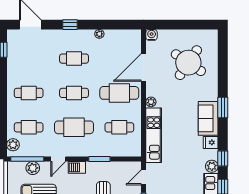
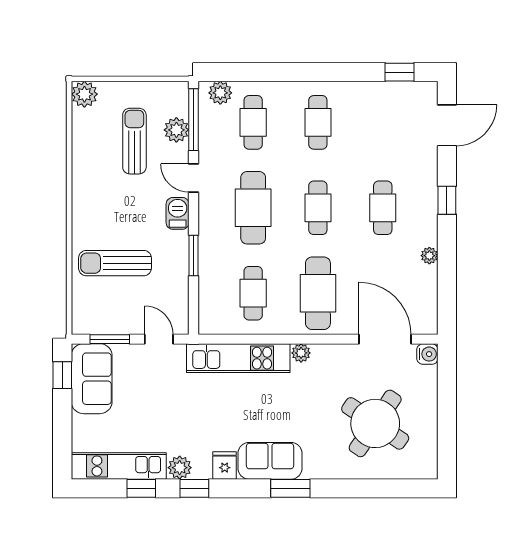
door: (144, 67) -> (385, 339), moved

